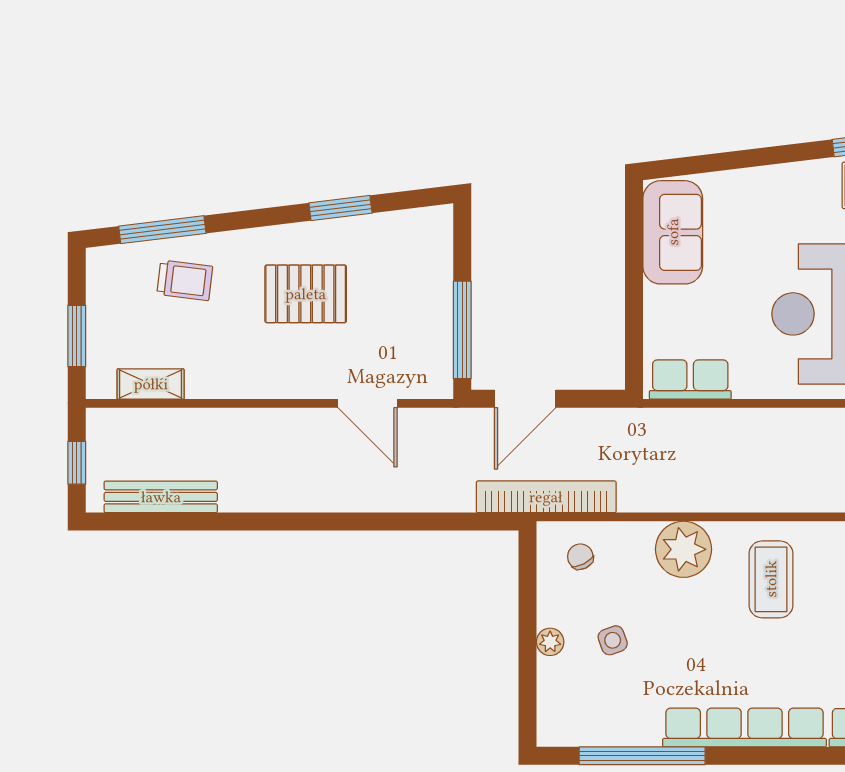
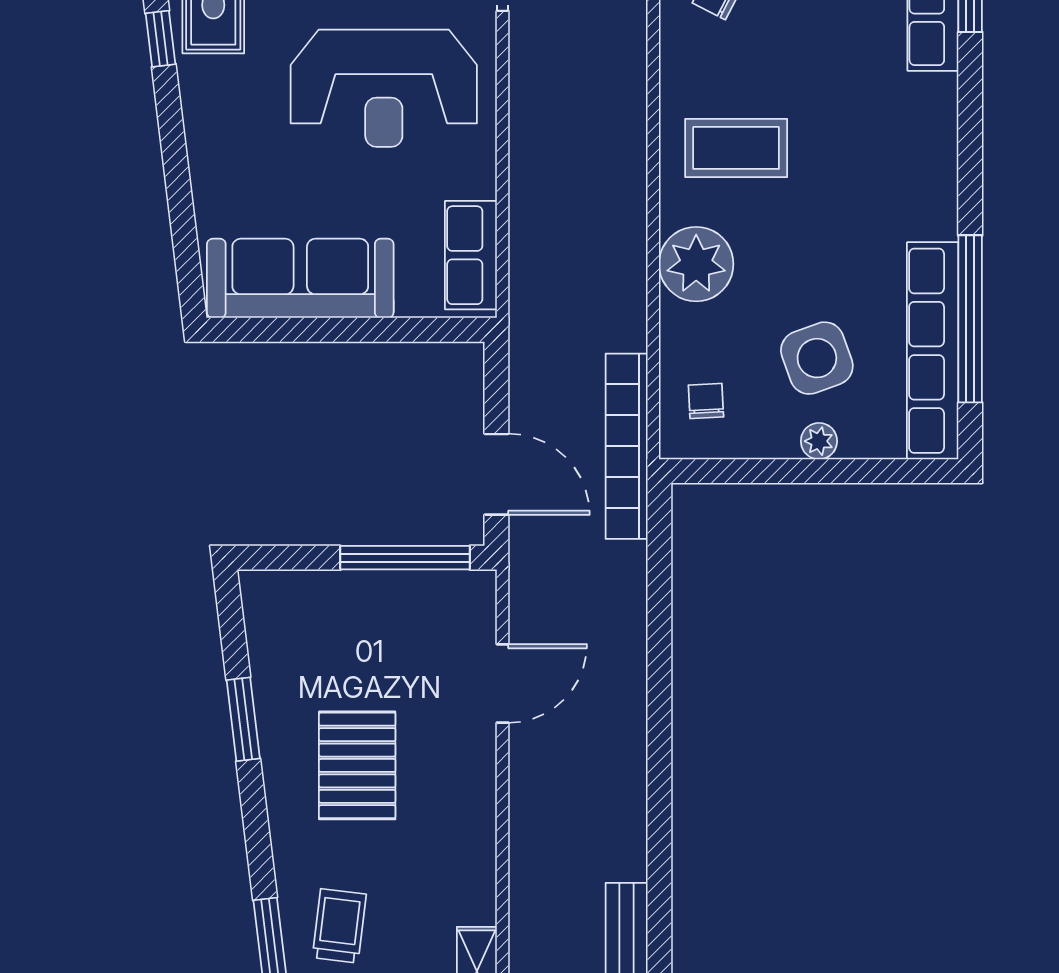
sofa: (673, 232) -> (300, 278), width x1.36
chair: (580, 557) -> (706, 401), turned 114
side table: (613, 640) -> (817, 358), width x1.87, depth x1.87
row of seats: (744, 728) -> (933, 351), moved

